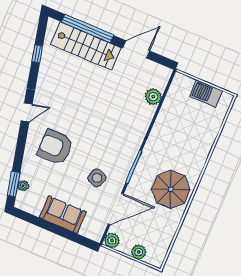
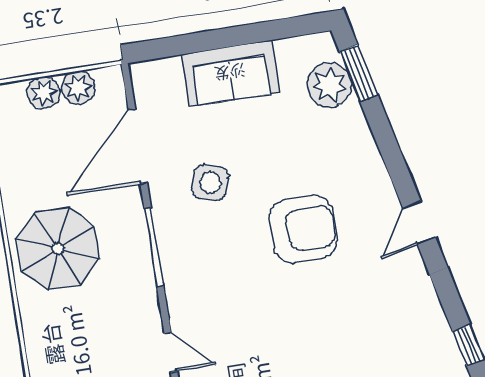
door: (153, 123) -> (171, 352), added
armchair: (55, 147) -> (303, 229), moved
plant: (23, 186) -> (329, 85), width x1.88, depth x1.88
plant: (112, 240) -> (78, 88), moved

